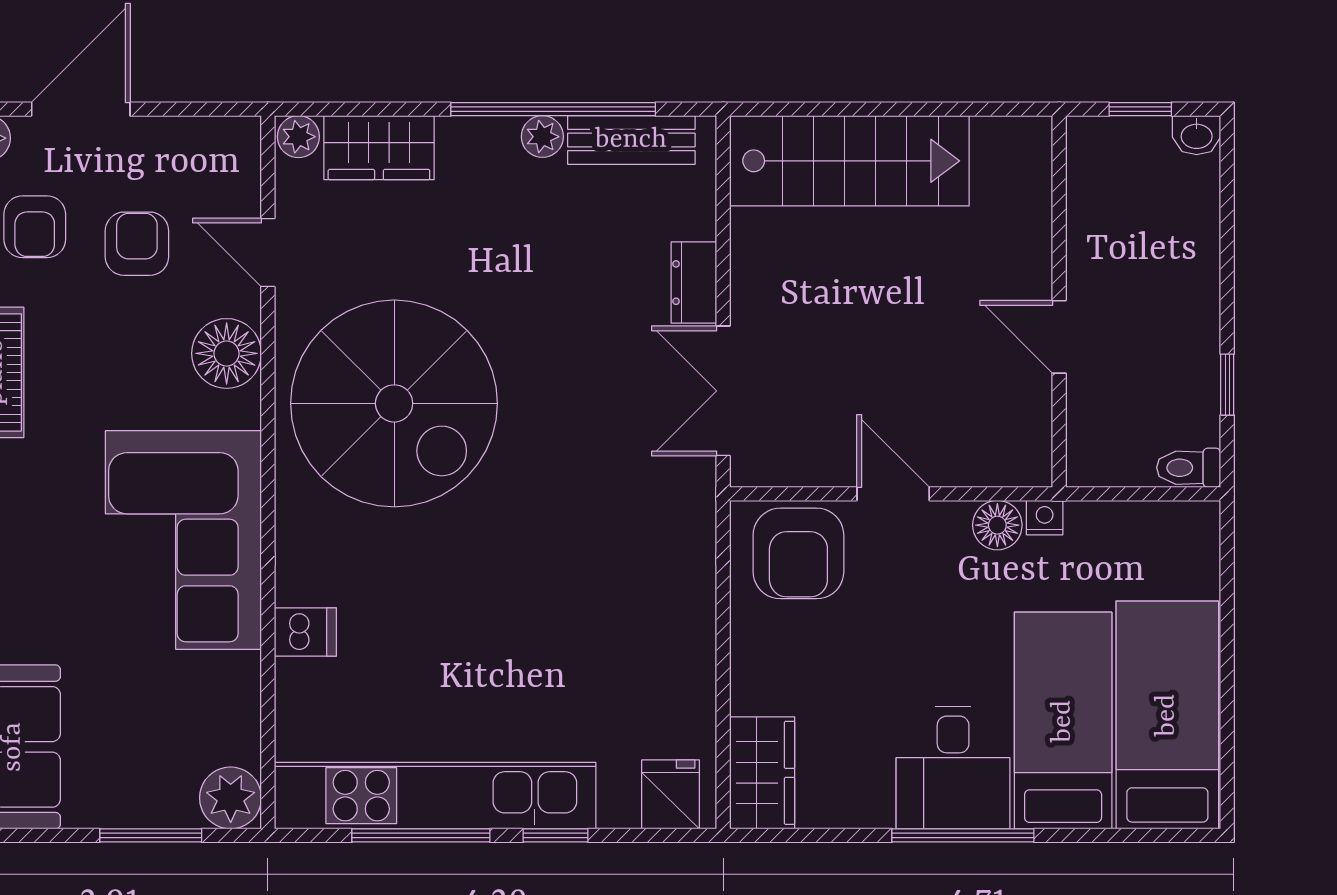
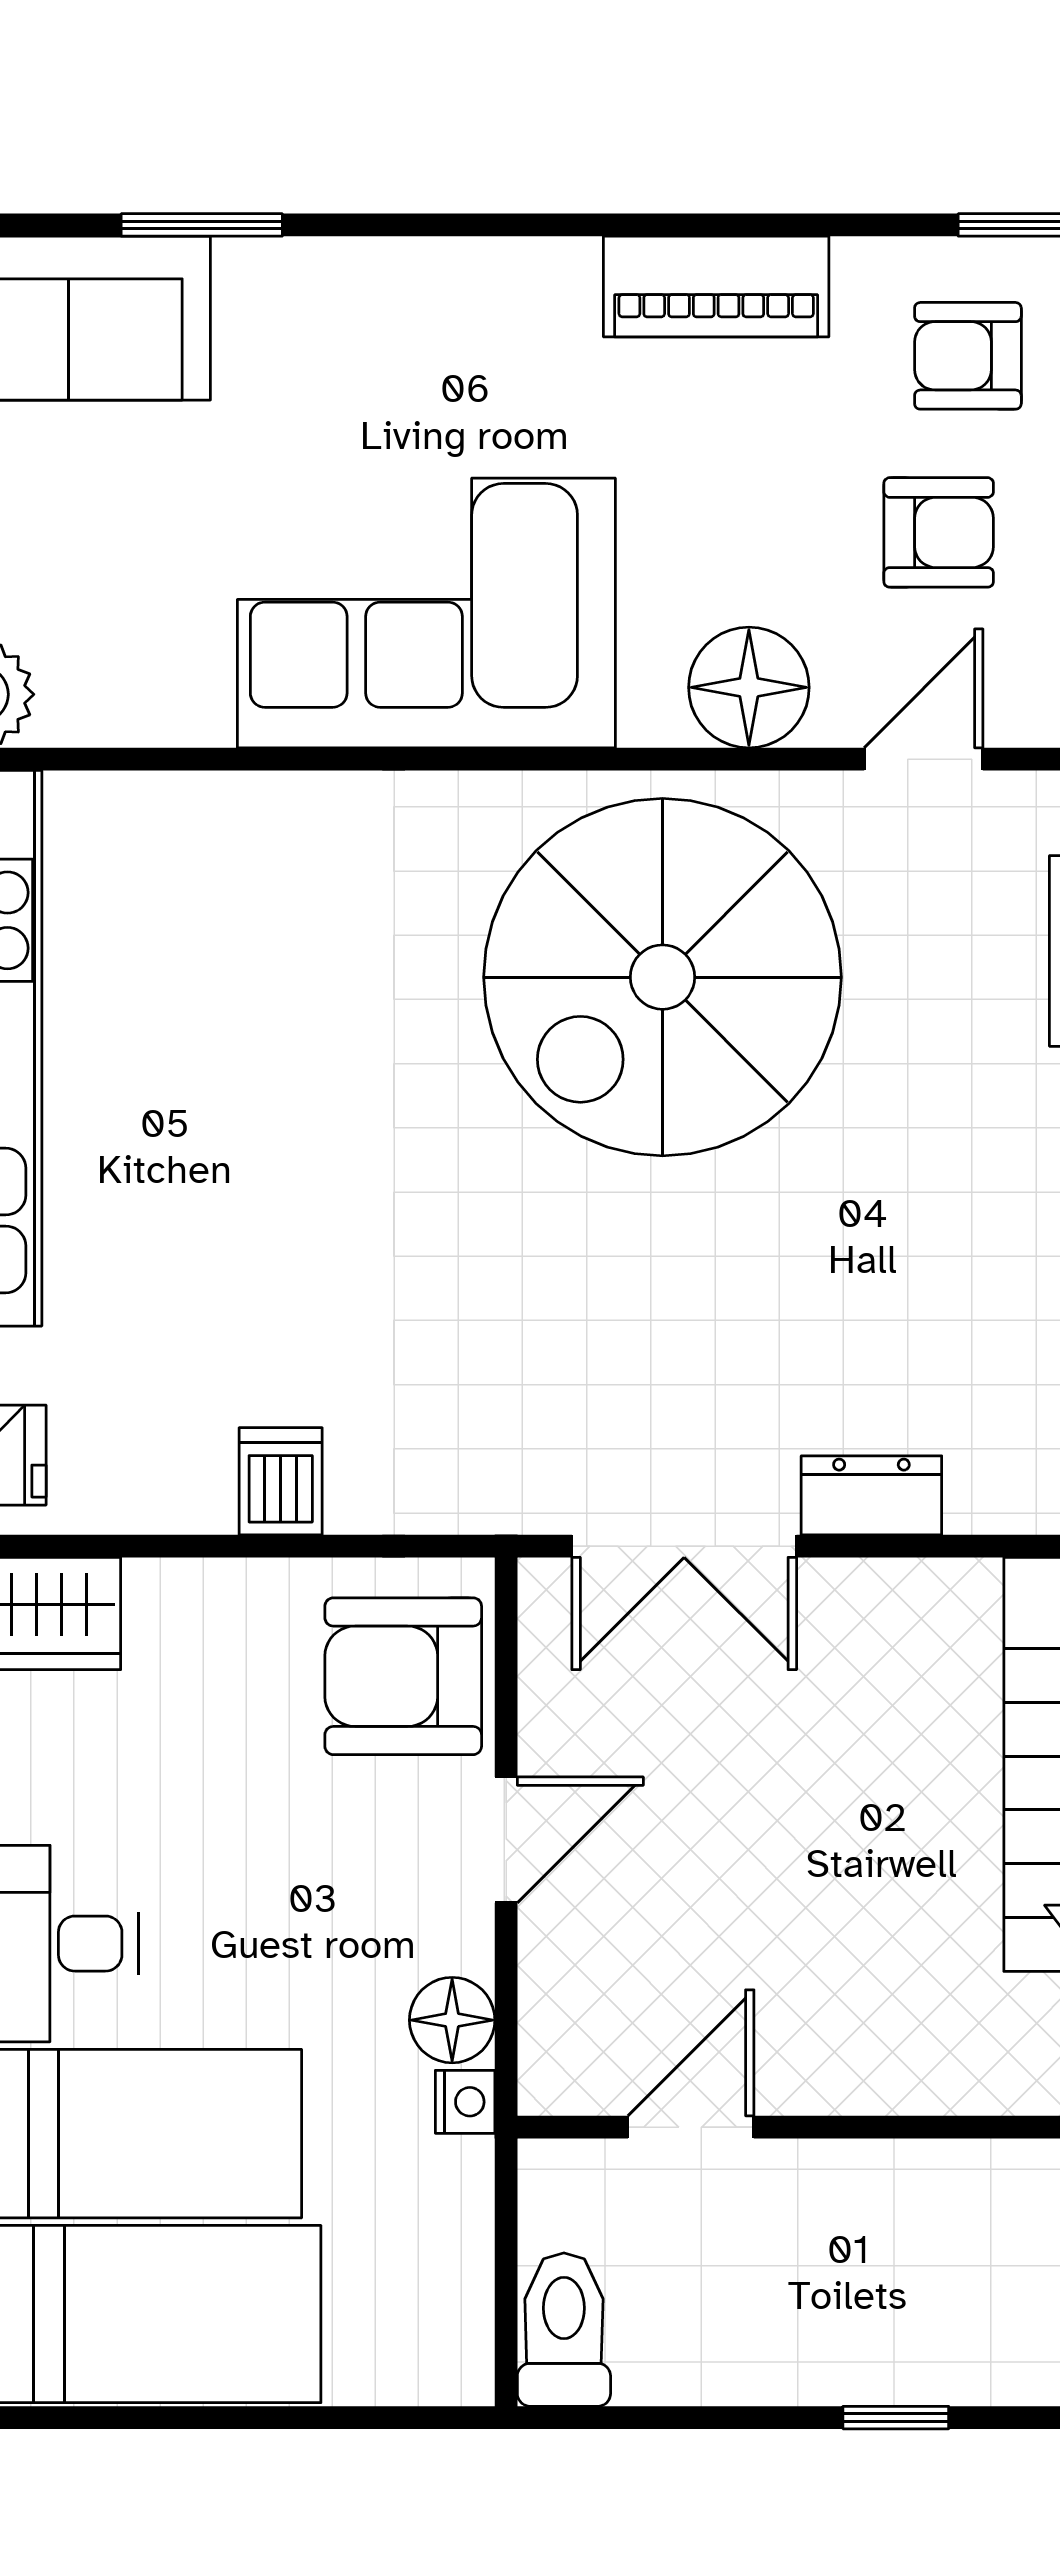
door: (1059, 337) -> (691, 2127), moved
window: (1227, 385) -> (896, 2418), moved
double door: (723, 391) -> (684, 1546), swing flipped
toilet: (1189, 468) -> (564, 2330), width x1.37, depth x1.39
dishwasher: (305, 632) -> (281, 1481), moved, turned 180

